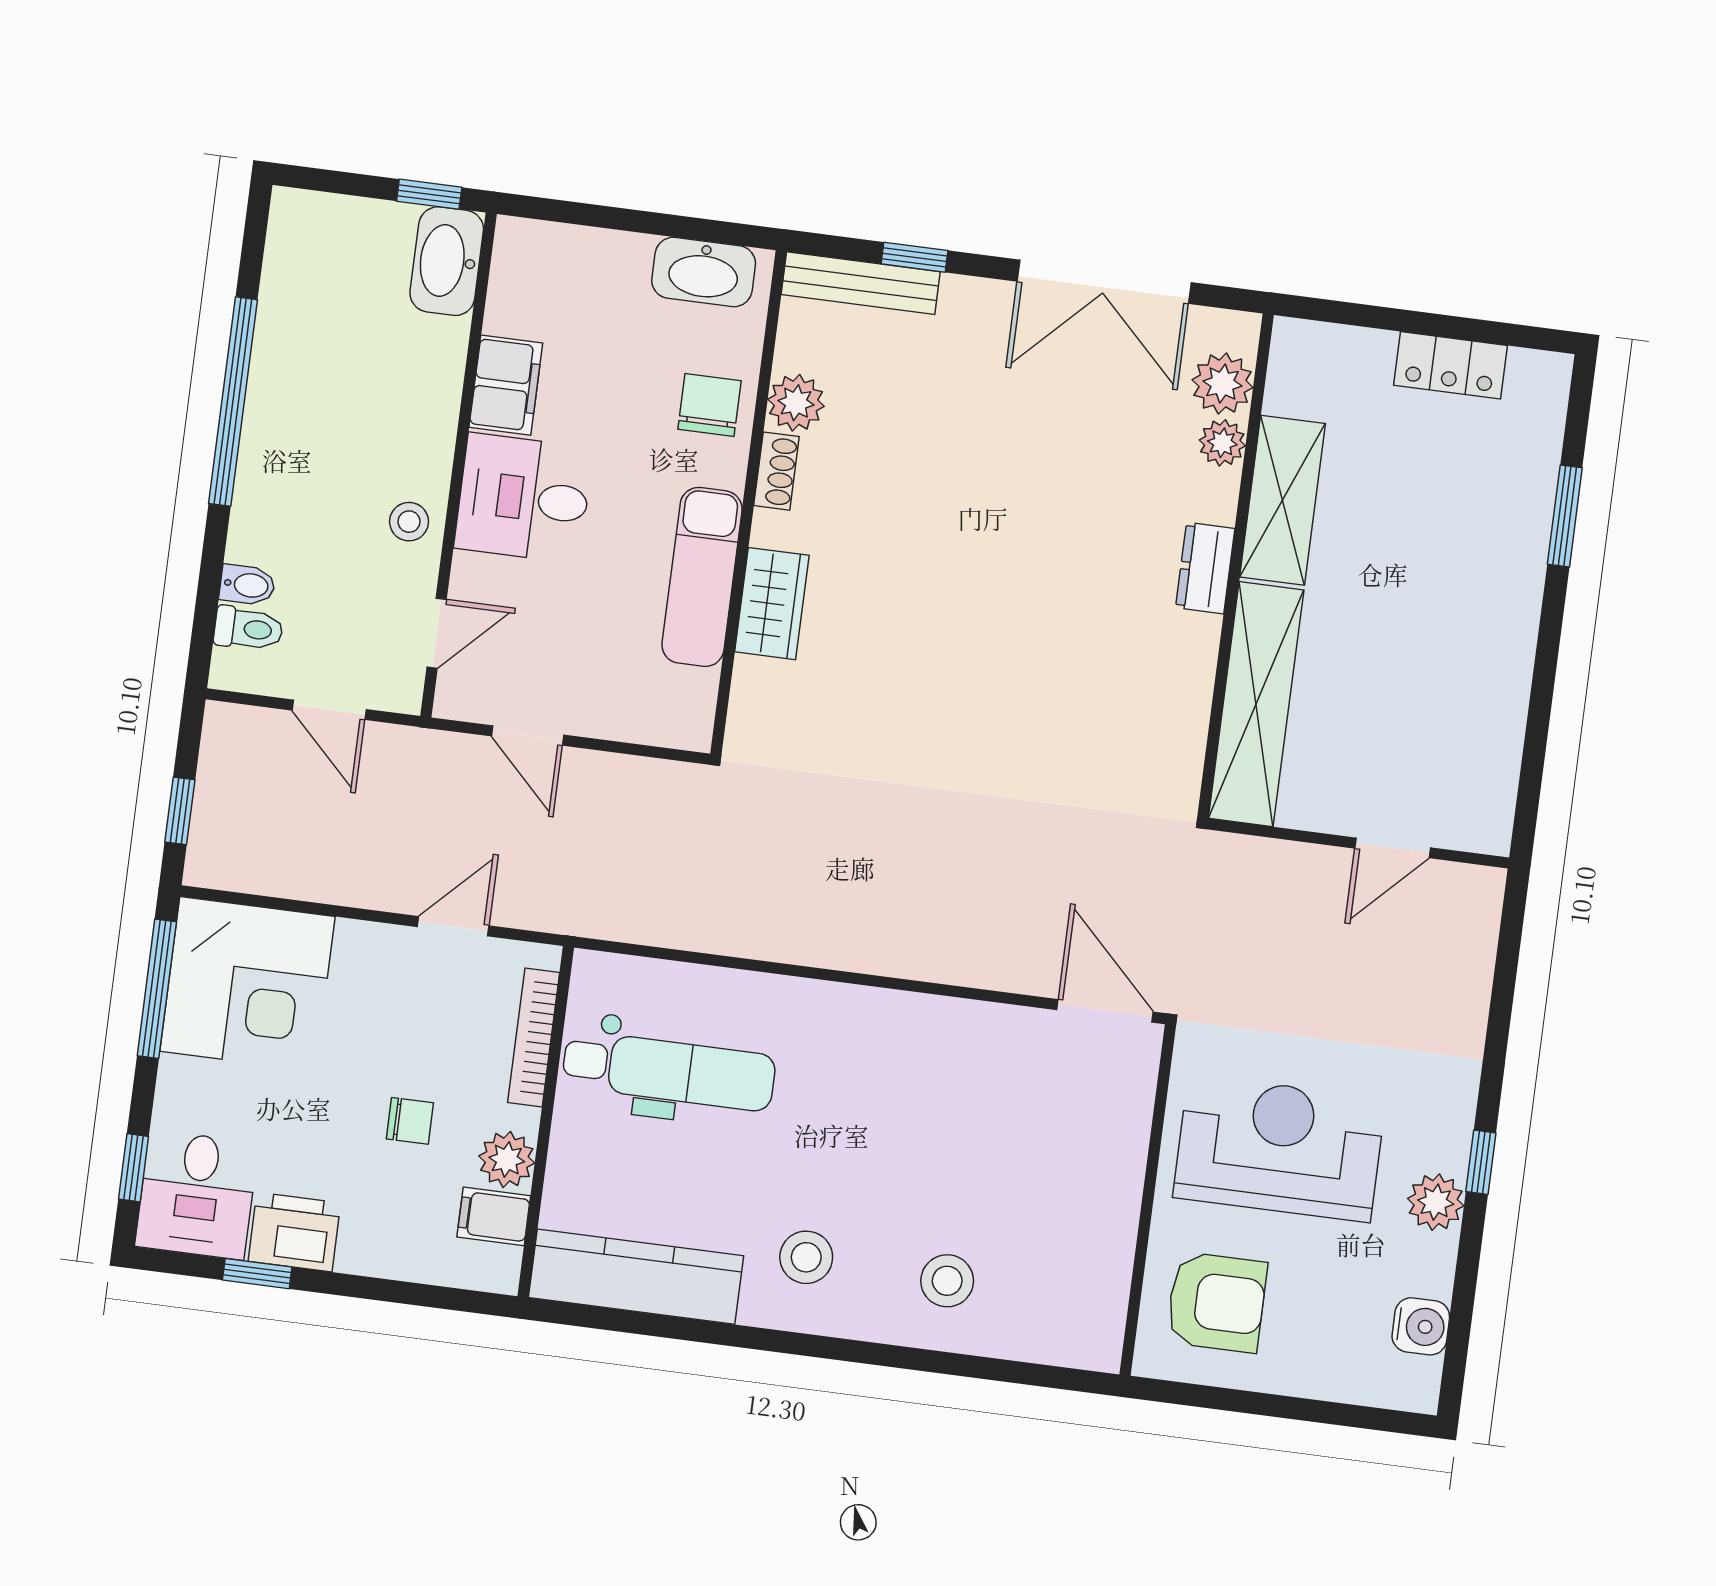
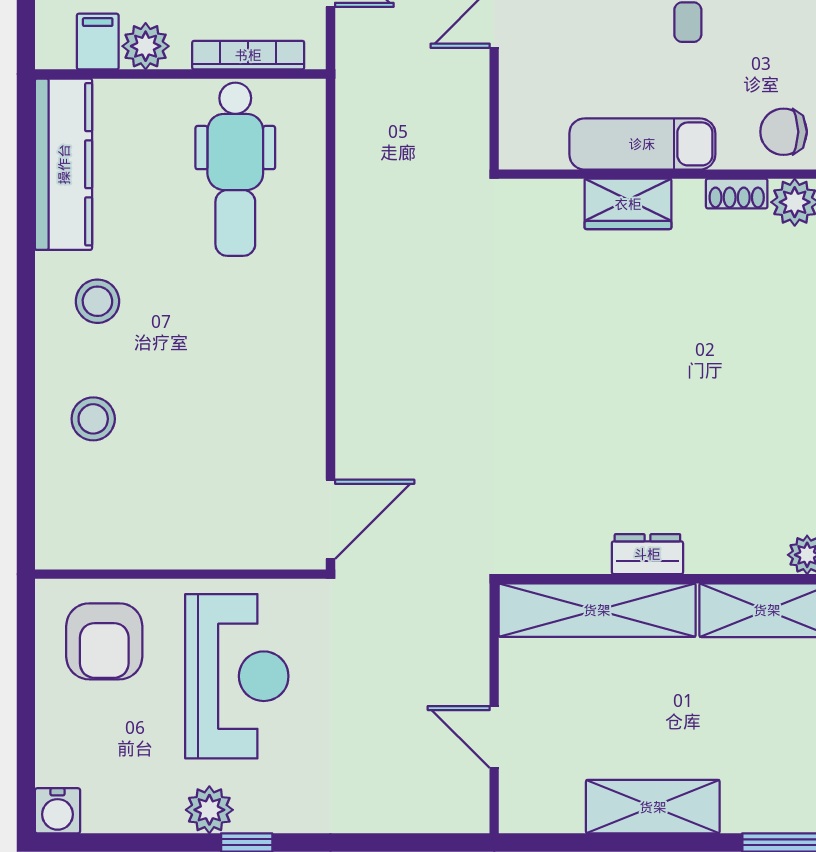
chair: (709, 405) -> (784, 132), turned 180
dresser: (1205, 568) -> (647, 554), moved
shelving: (1501, 668) -> (653, 807), added
water cooler: (1421, 1326) -> (58, 811), moved

